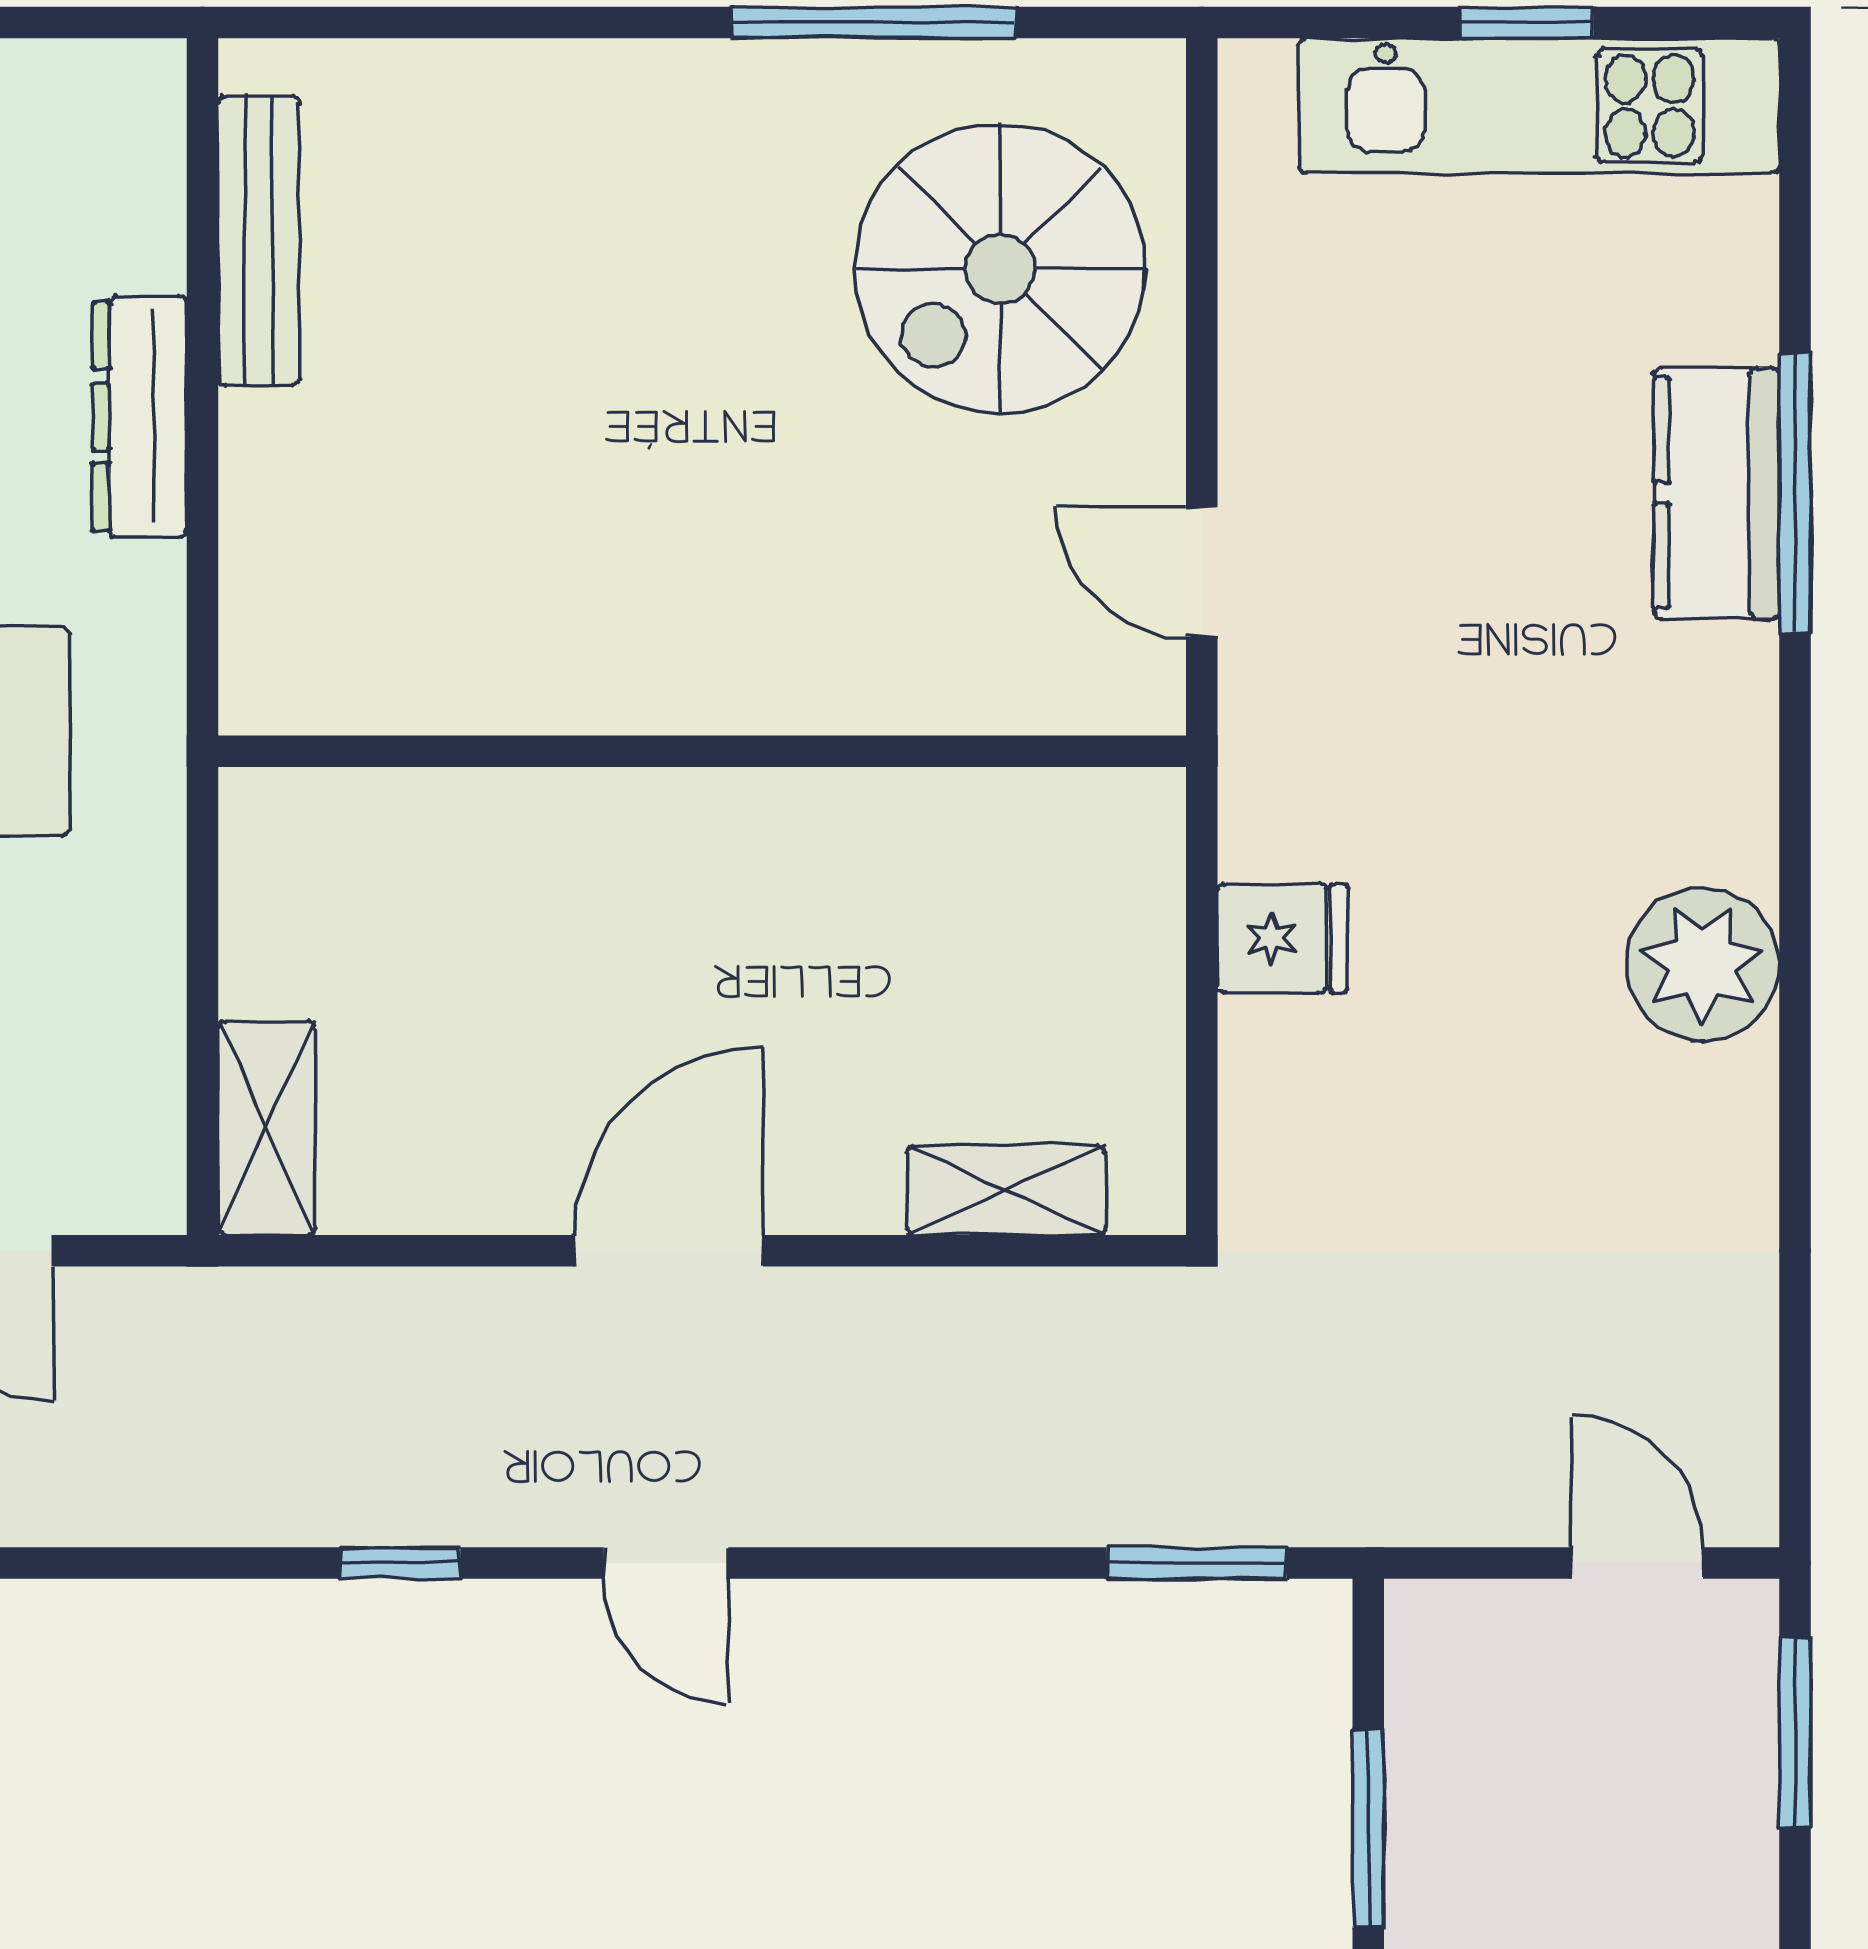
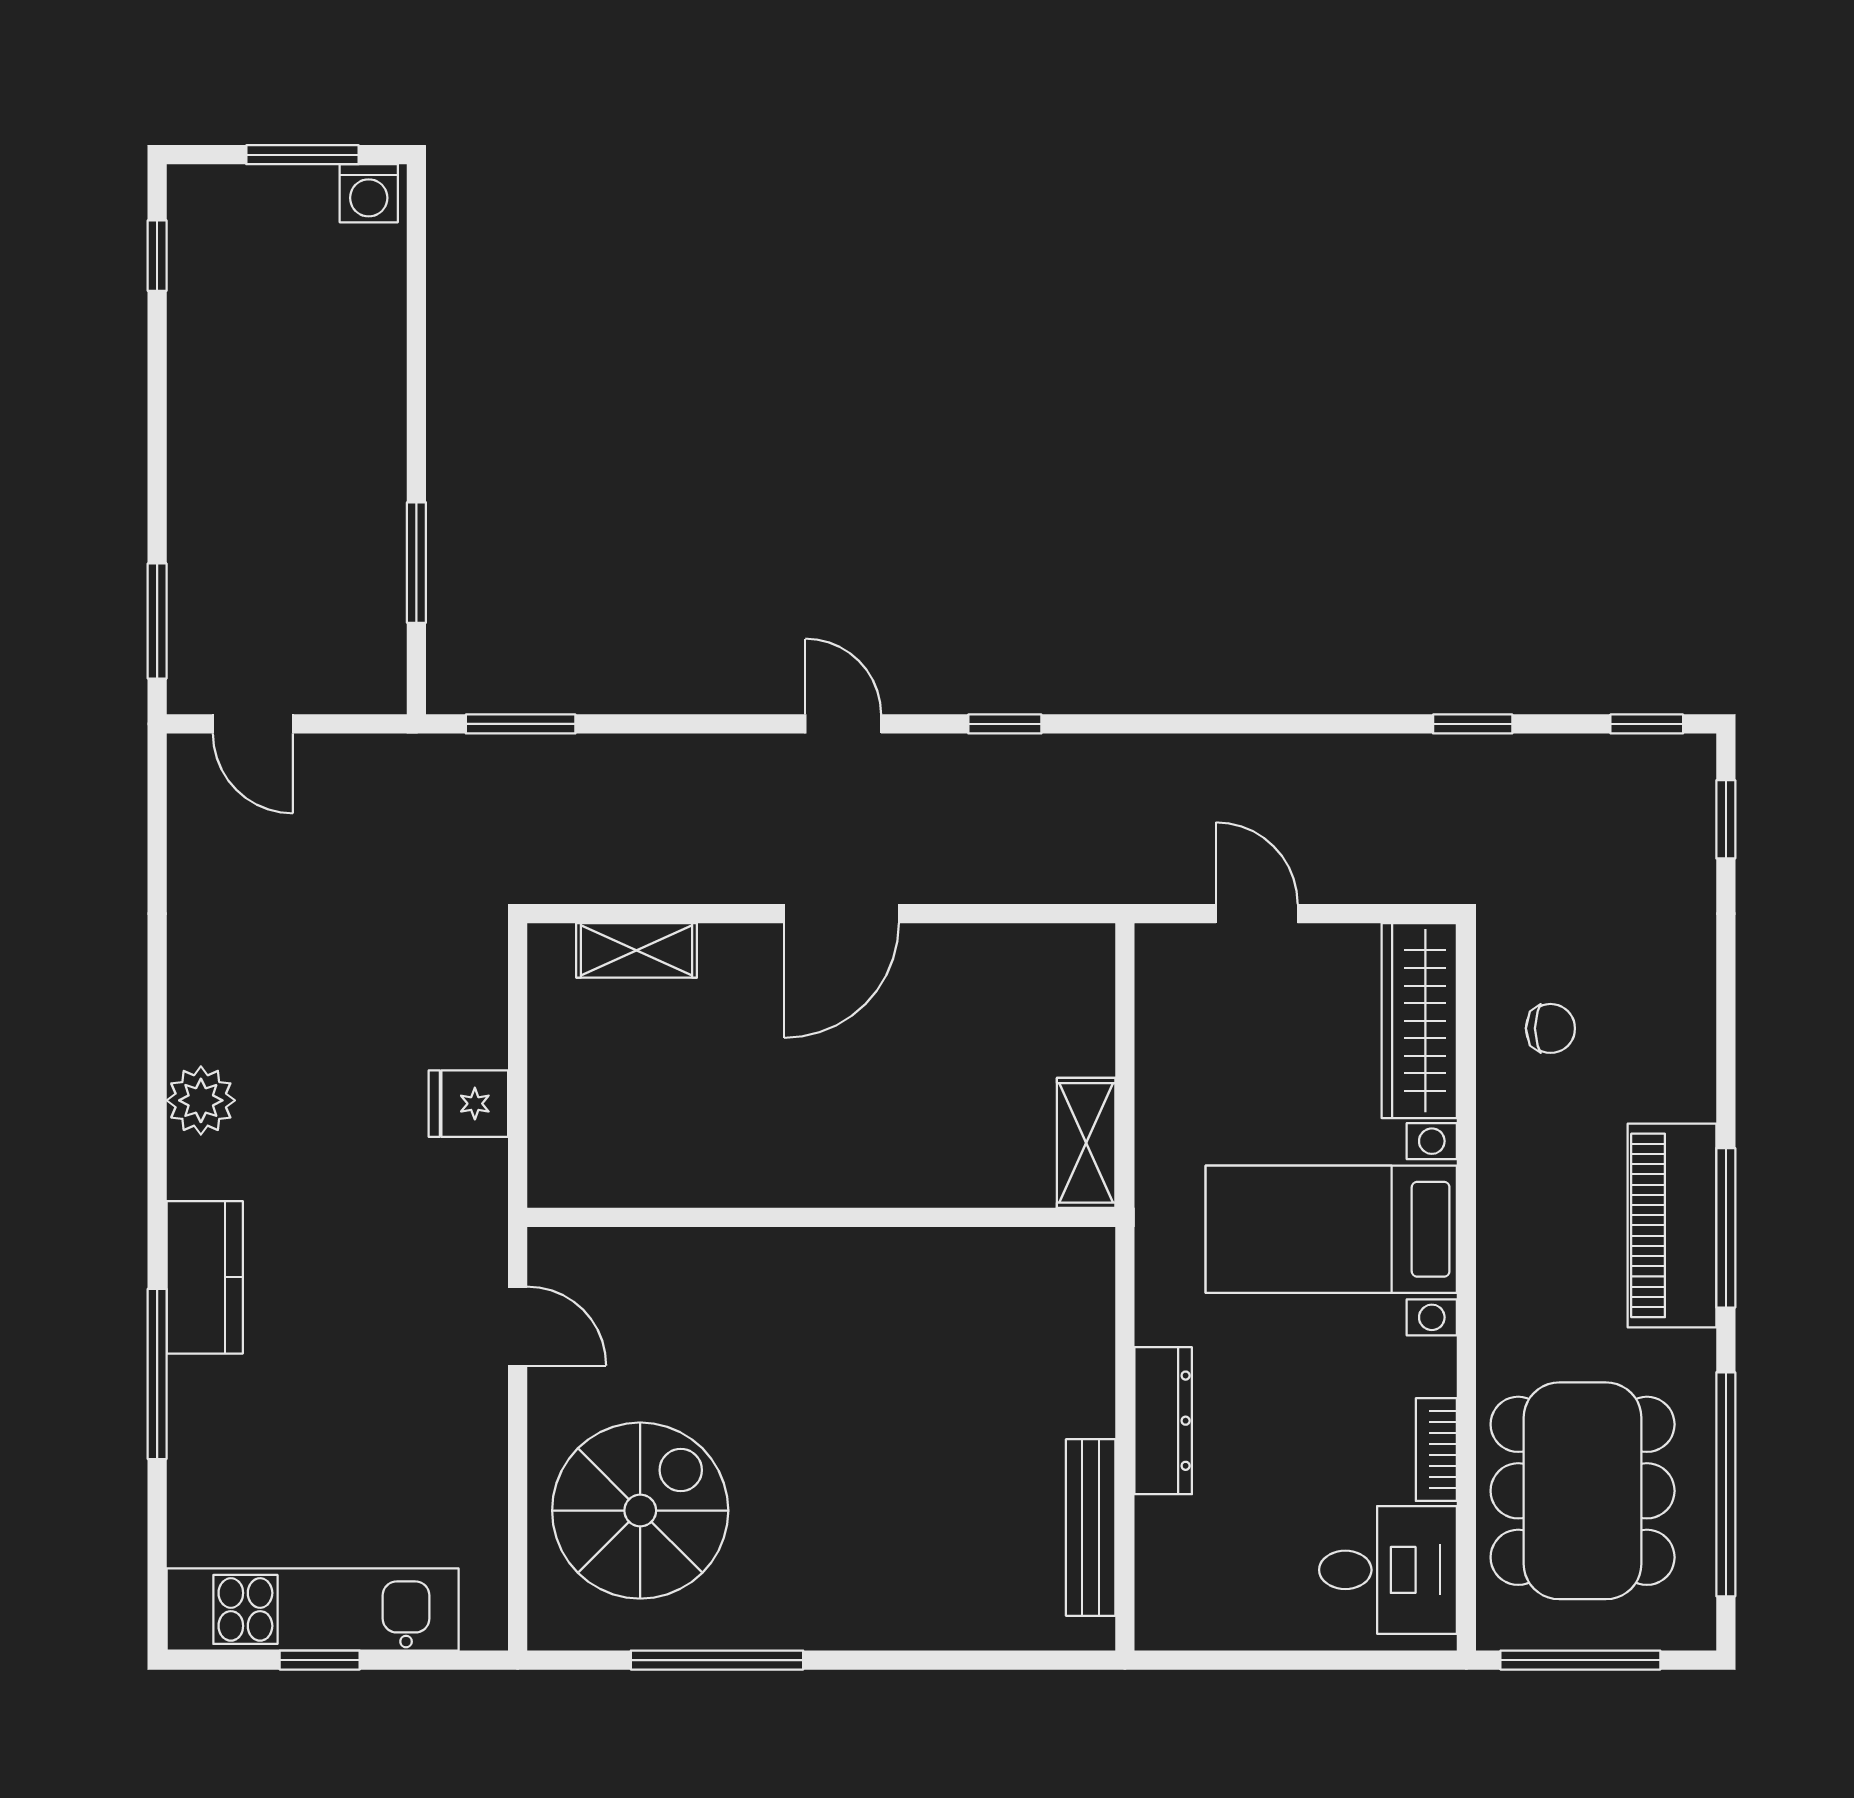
kitchen counter: (1717, 493) -> (205, 1277), moved
plant: (1703, 964) -> (201, 1100), width x0.73, depth x0.73
shelving: (266, 1128) -> (1086, 1143), moved

